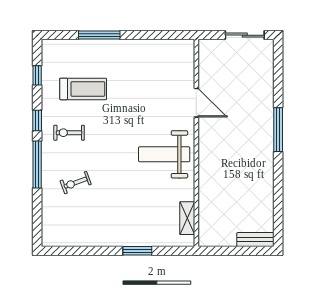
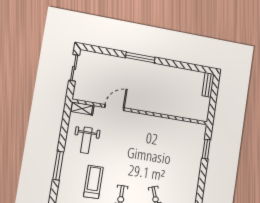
weight bench: (164, 154) -> (86, 140), moved, width x0.73, depth x0.75
shelving: (187, 218) -> (82, 109), moved
window: (137, 251) -> (206, 149), moved

